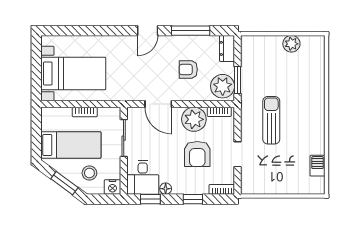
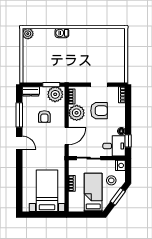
plant: (291, 44) -> (28, 34), moved
sun lounger: (271, 120) -> (77, 63), removed
barbecue: (317, 166) -> (62, 33), moved
window: (193, 199) -> (128, 114), removed

